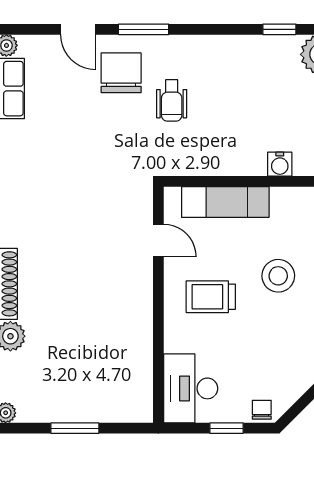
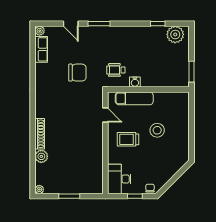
chair: (121, 73) -> (77, 73), moved, turned 90
wheelchair: (172, 100) -> (116, 70), moved, turned 90
water cooler: (280, 164) -> (135, 82), moved

